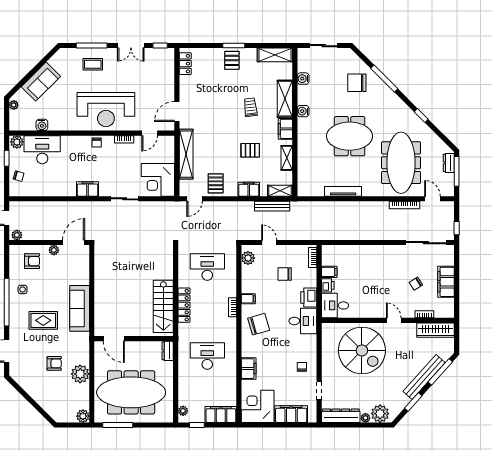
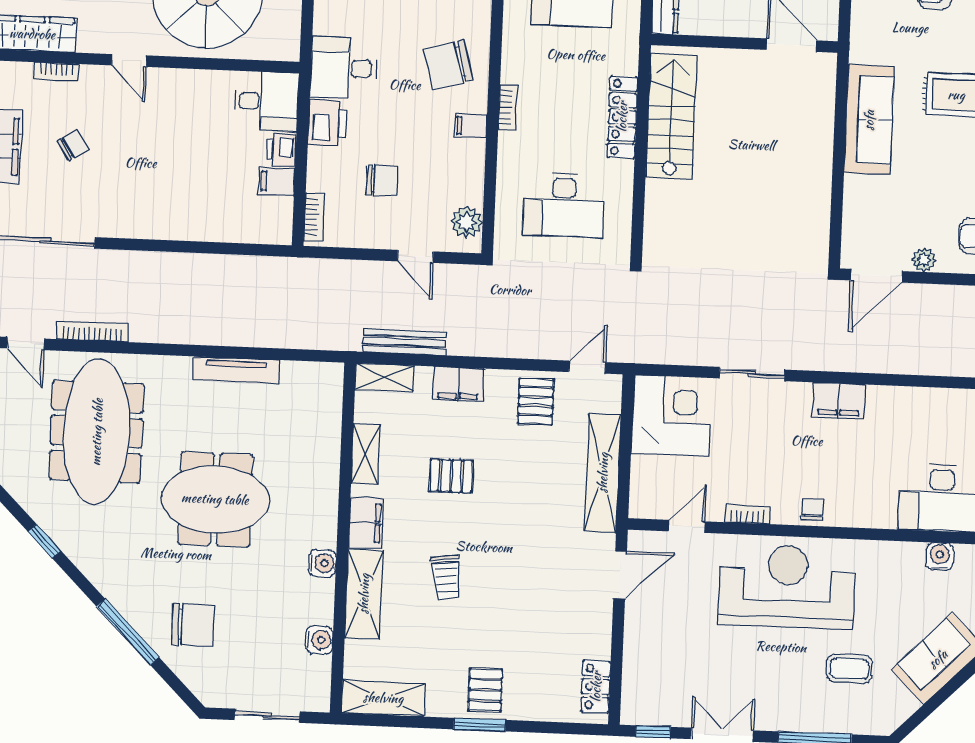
coffee table: (93, 64) -> (849, 669), moved

